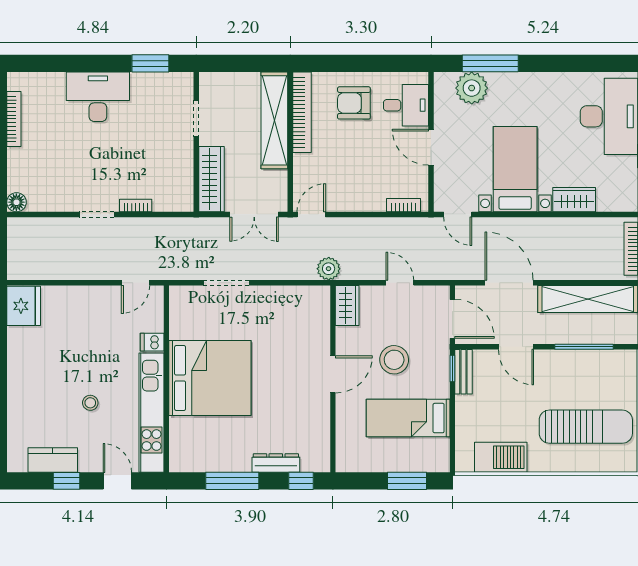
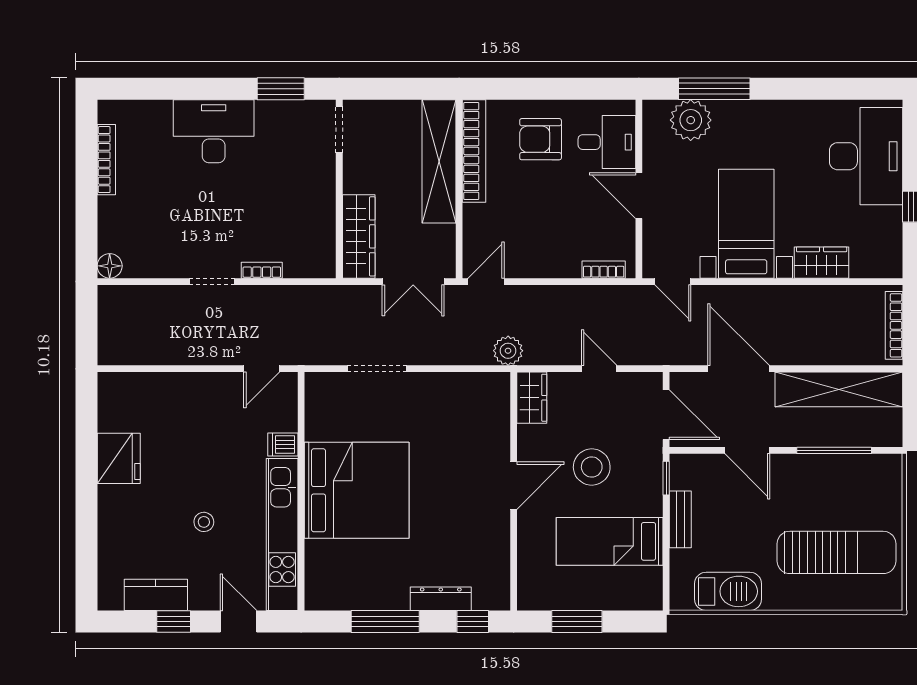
doorway: (196, 118) -> (339, 130), moved
fridge: (24, 306) -> (119, 458), moved
bench: (463, 372) -> (680, 519), moved
window: (407, 481) -> (577, 622), moved

